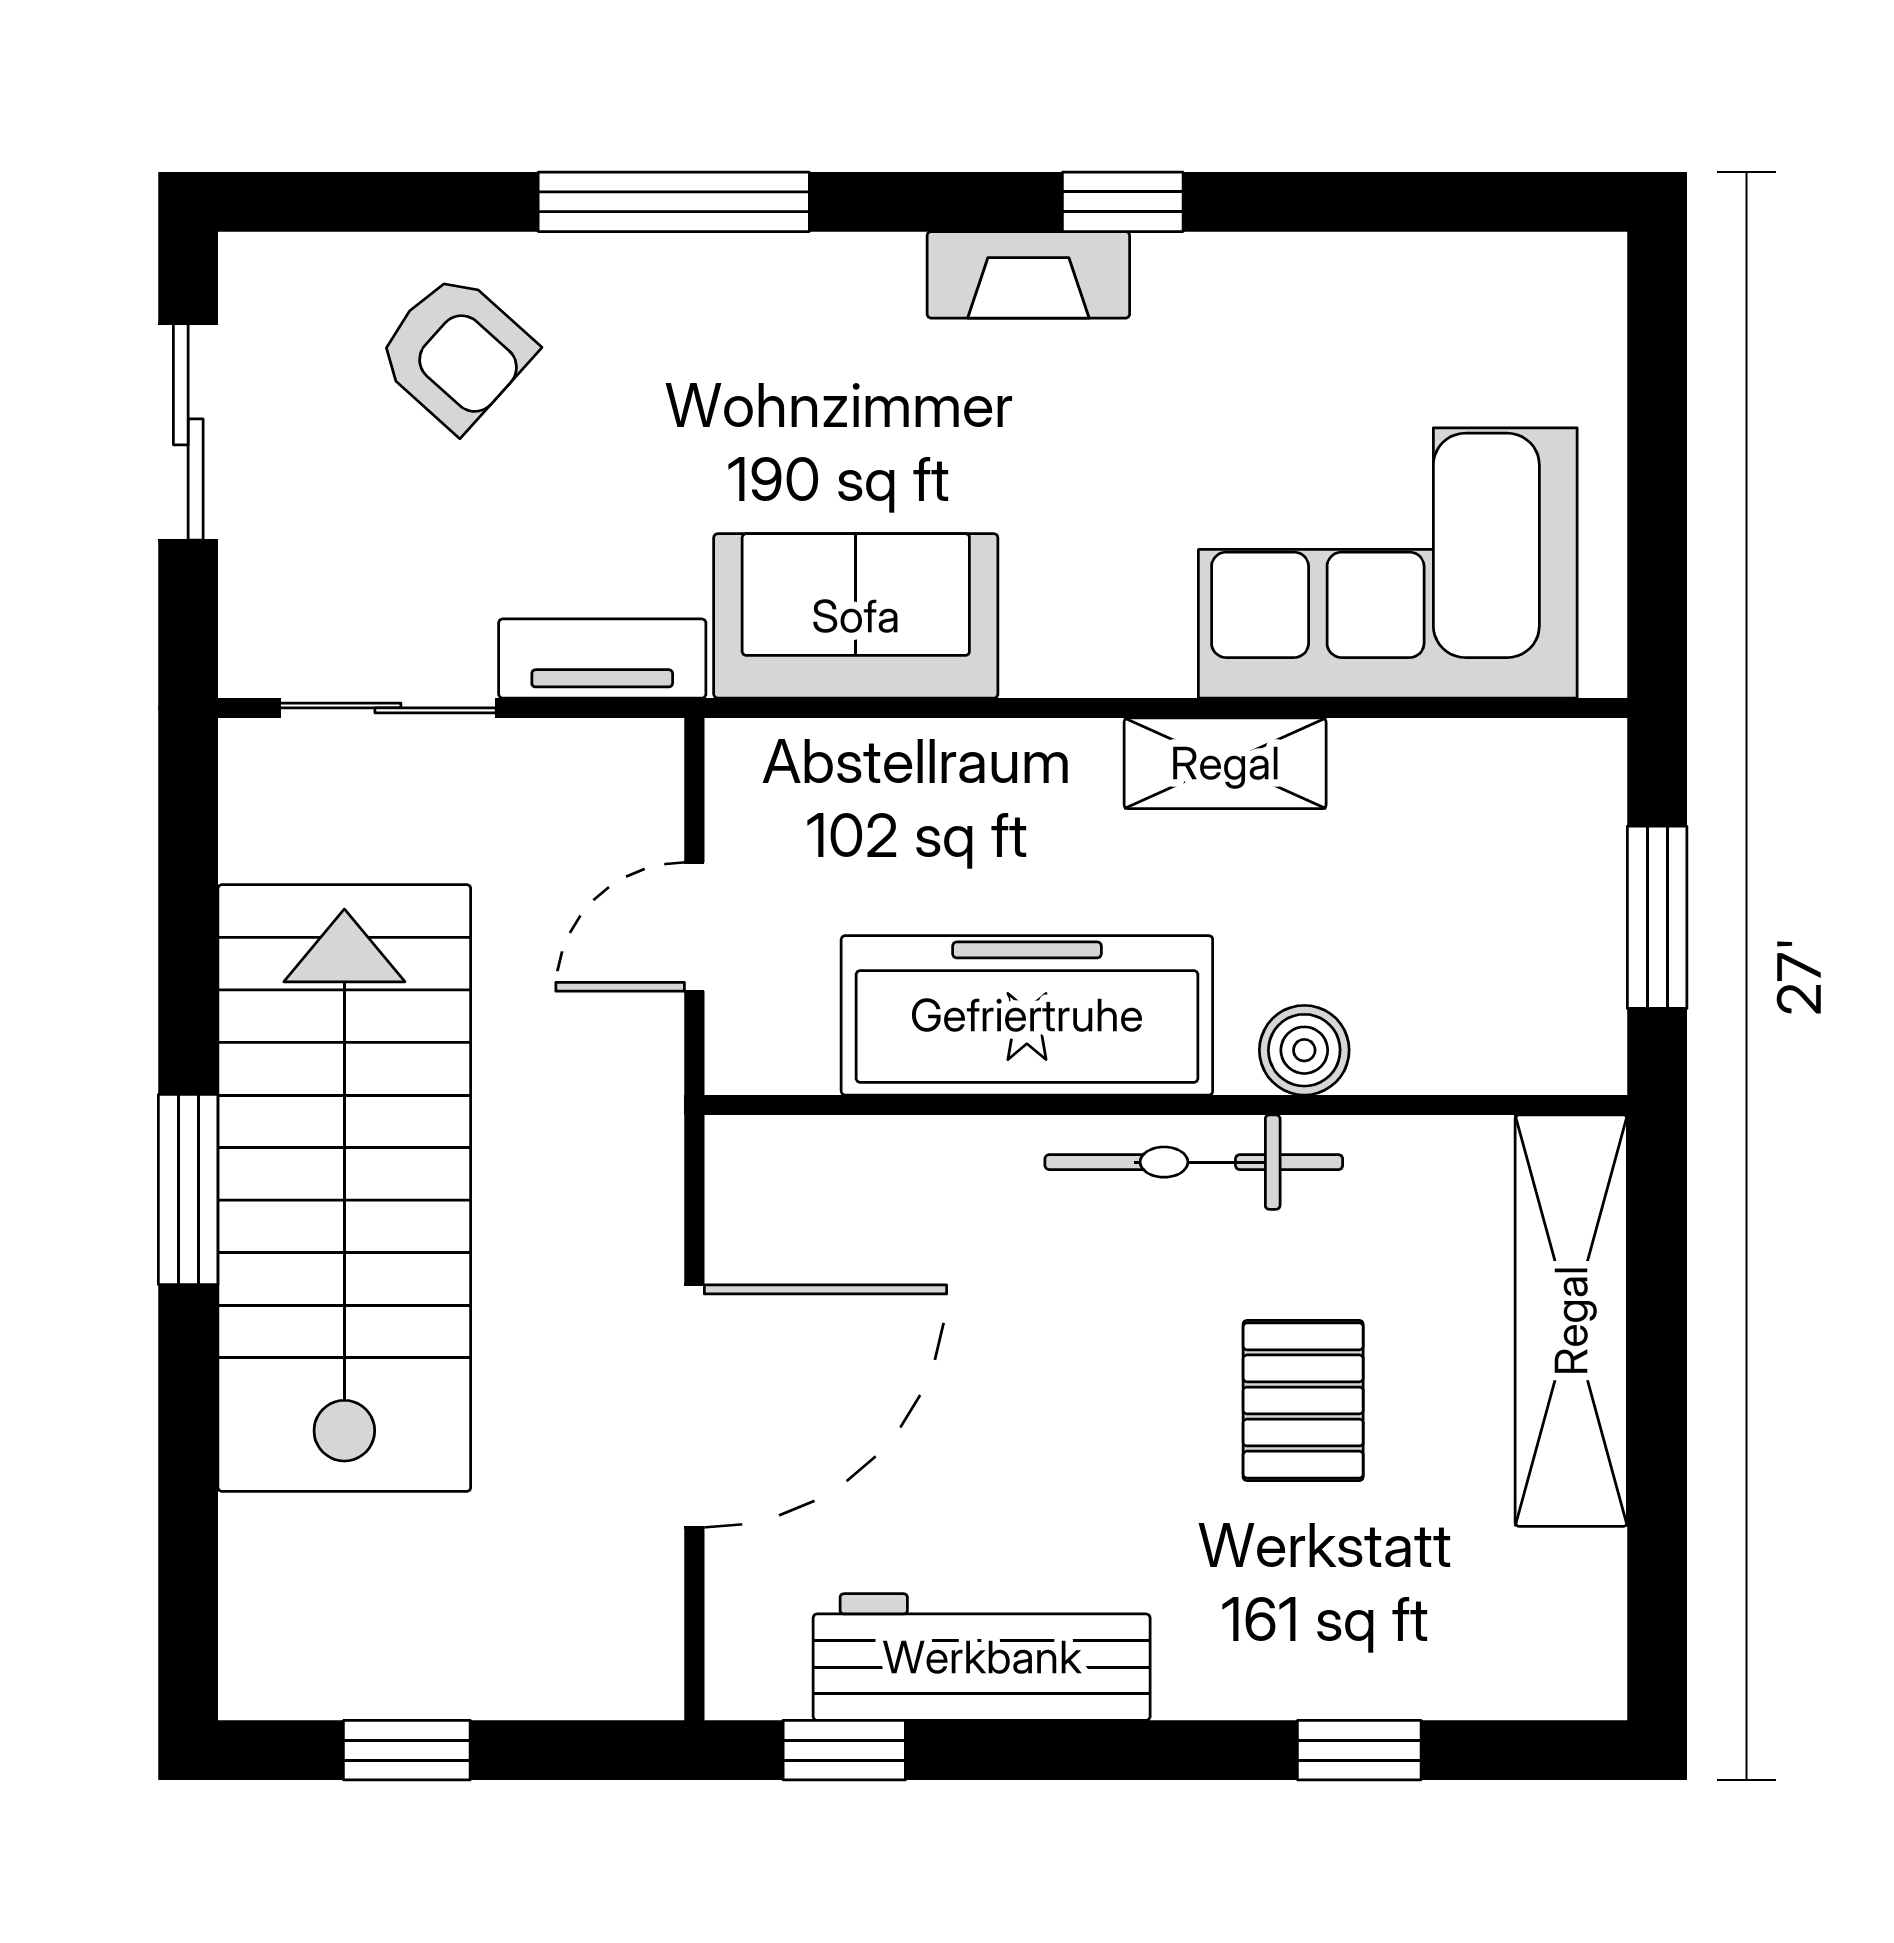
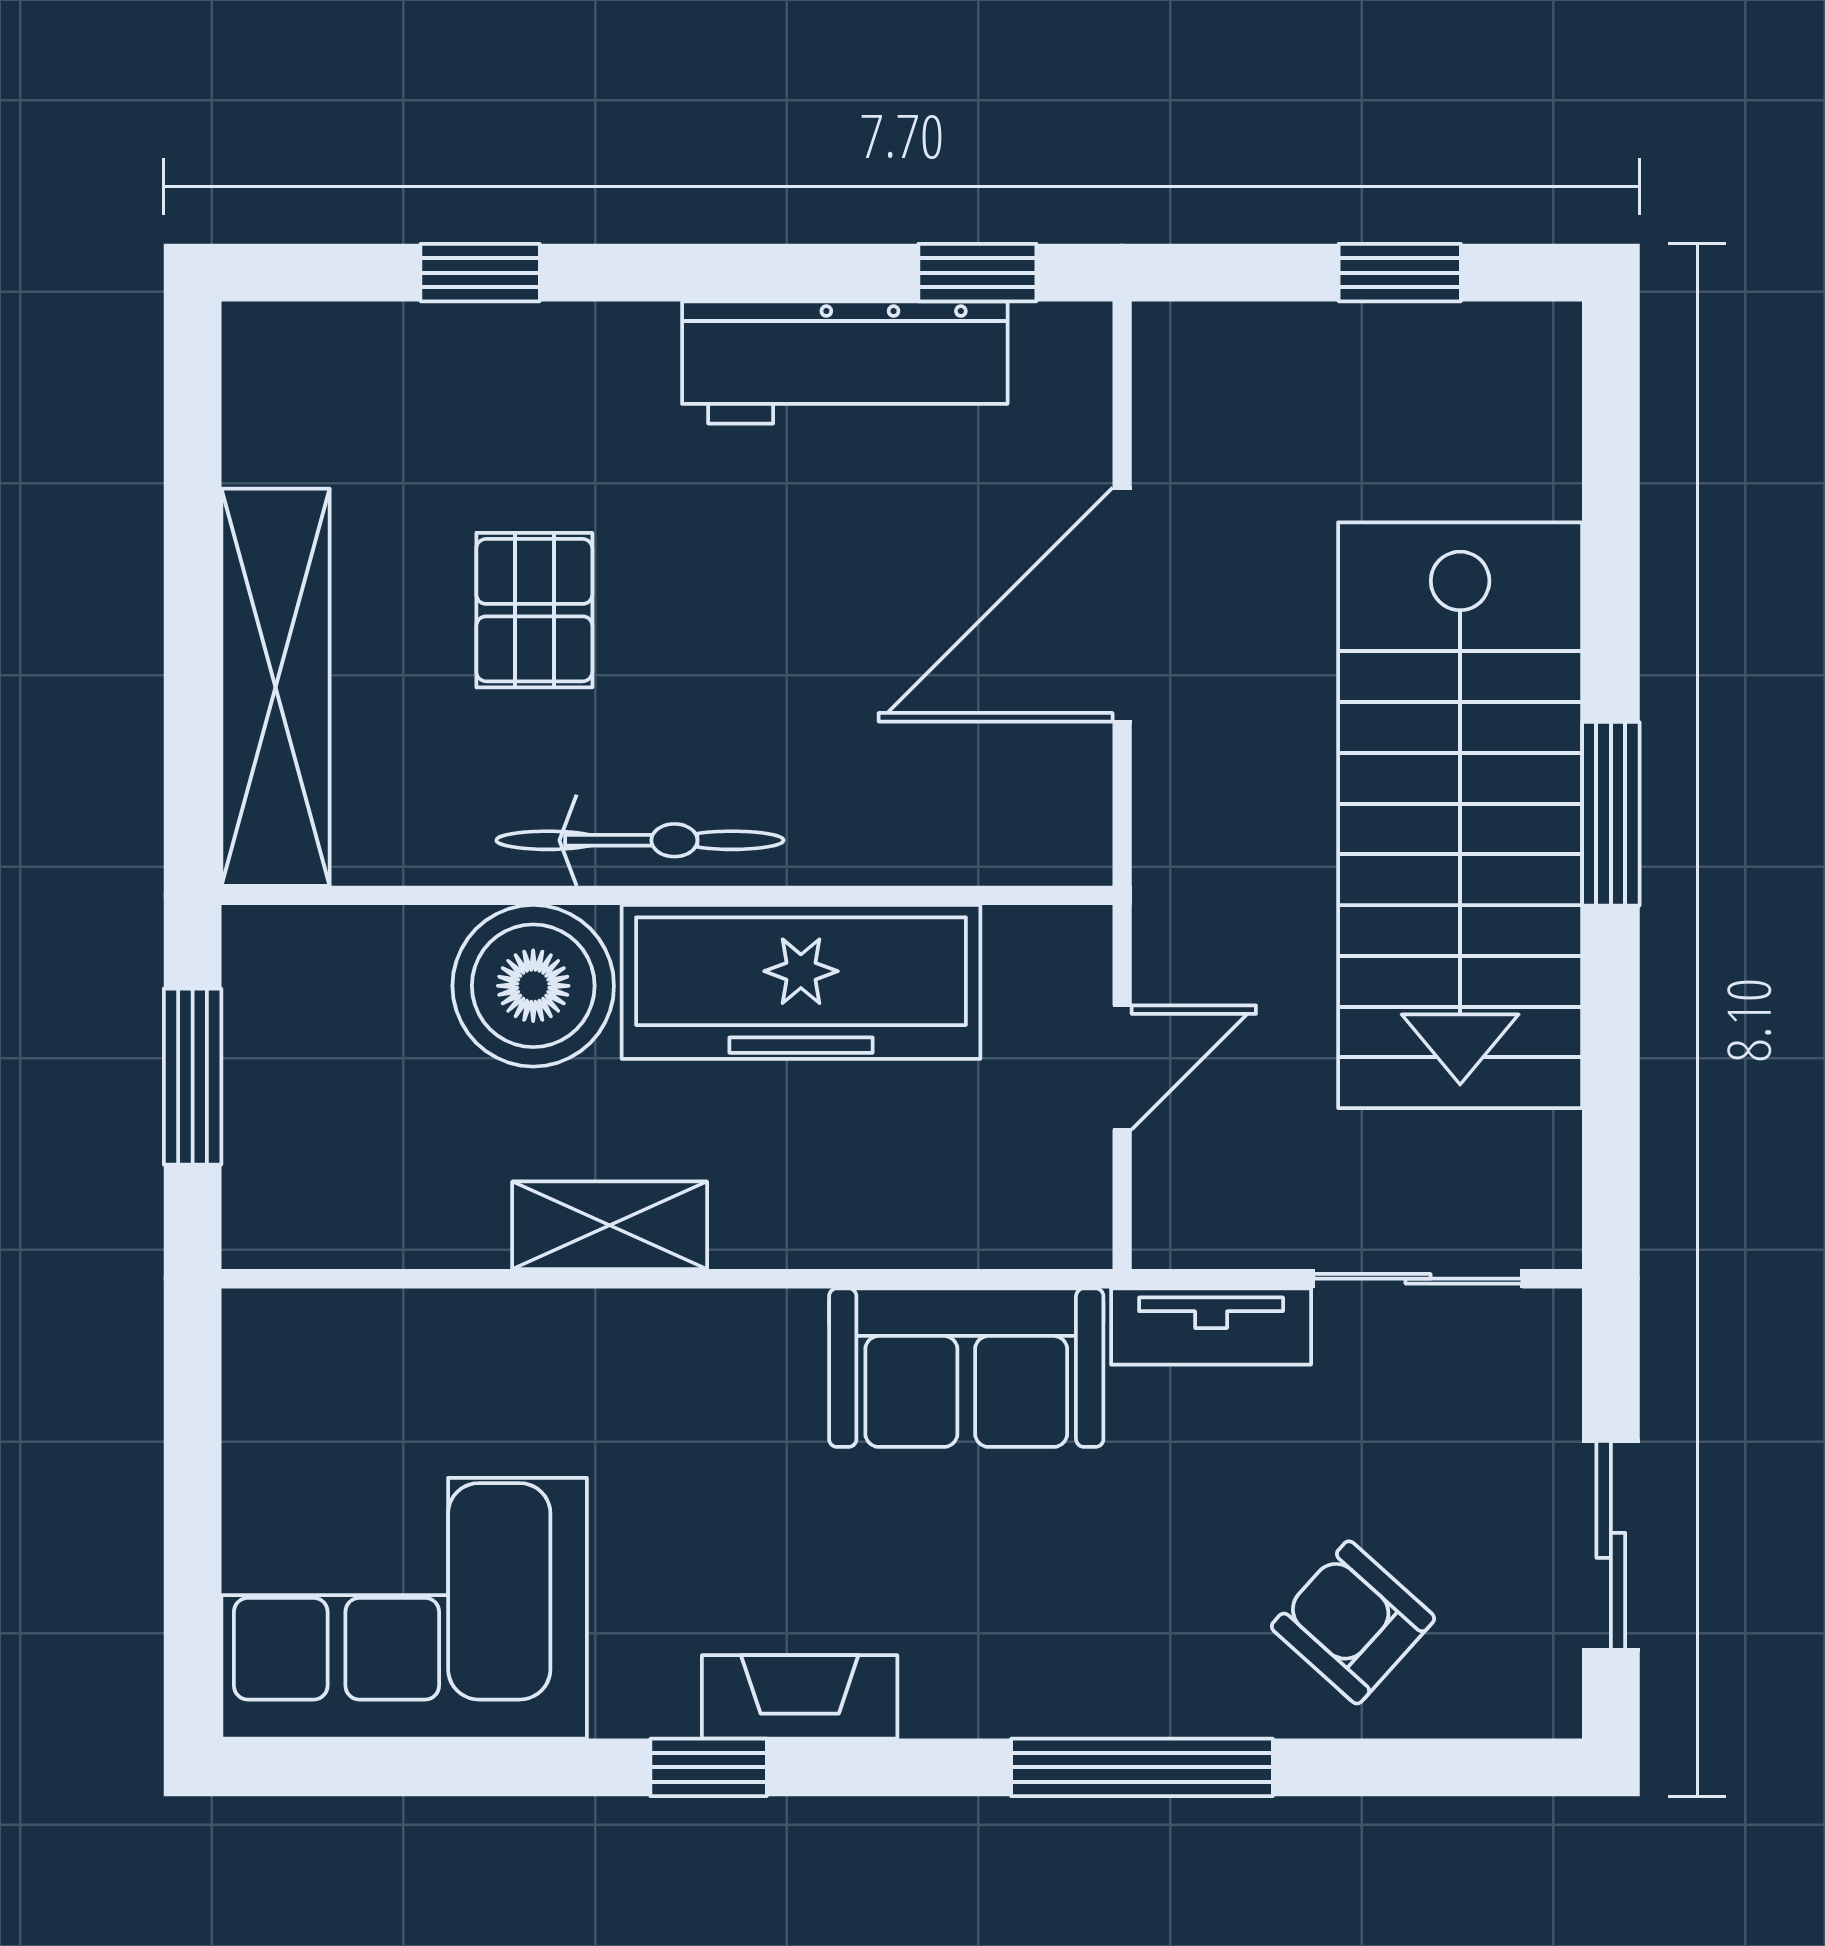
corner sofa: (1388, 563) -> (404, 1608), moved, turned 180
boiler: (1304, 1050) -> (533, 986), width x1.86, depth x1.86

